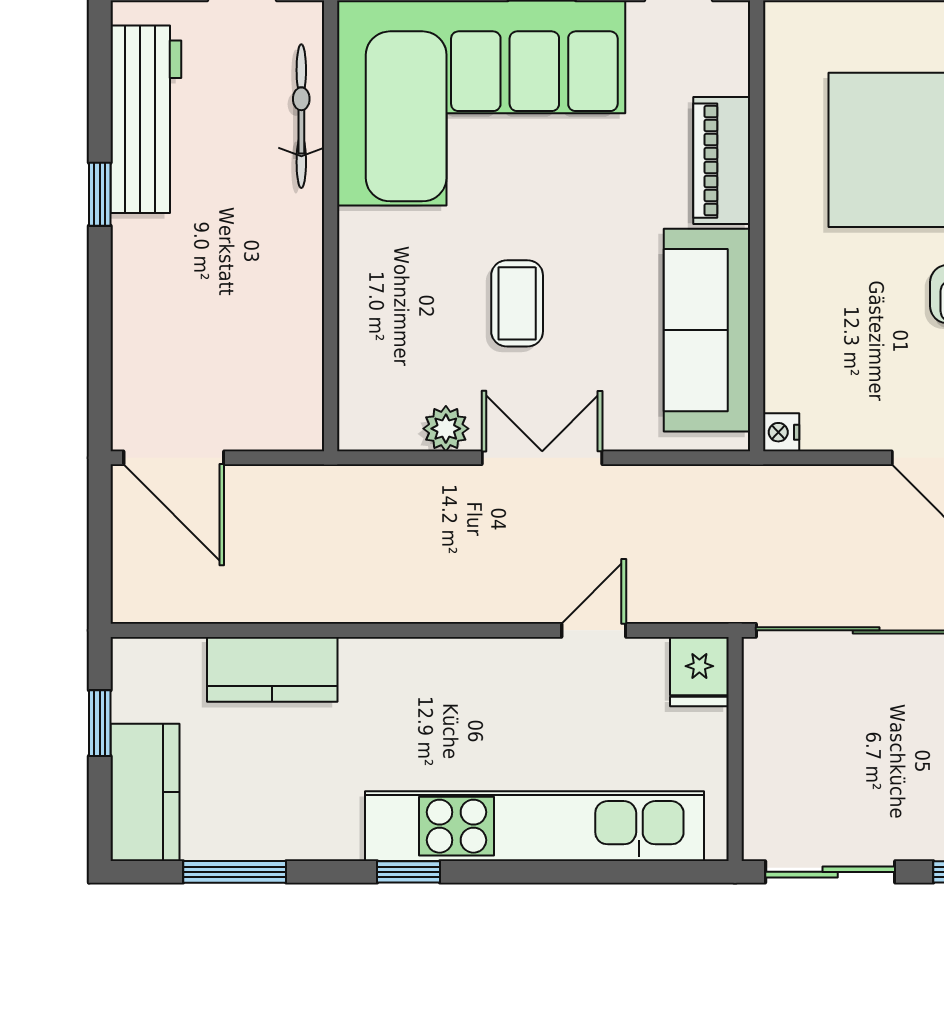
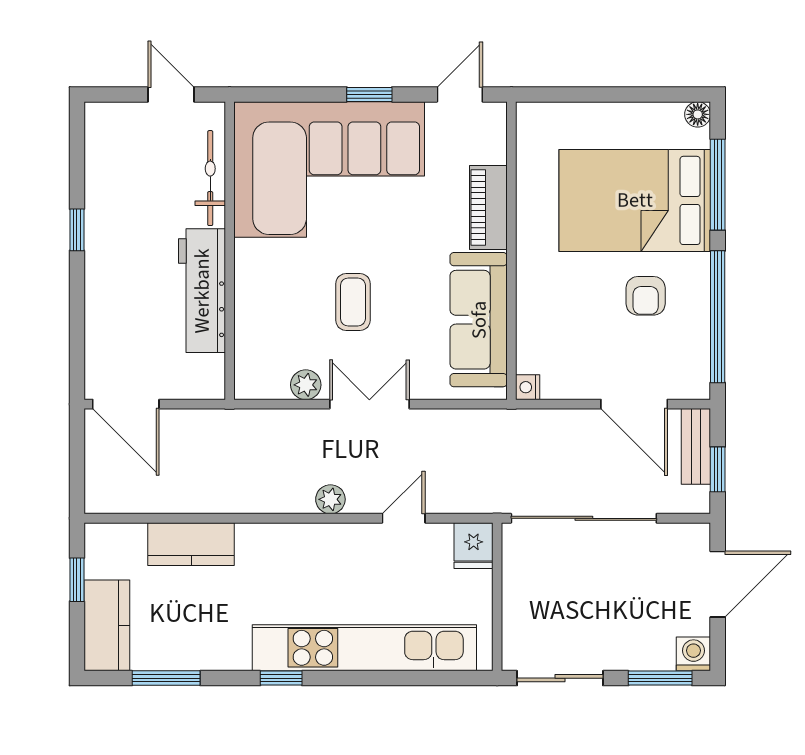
workbench: (146, 119) -> (202, 291), moved, turned 180
plant: (483, 602) -> (330, 499), added

